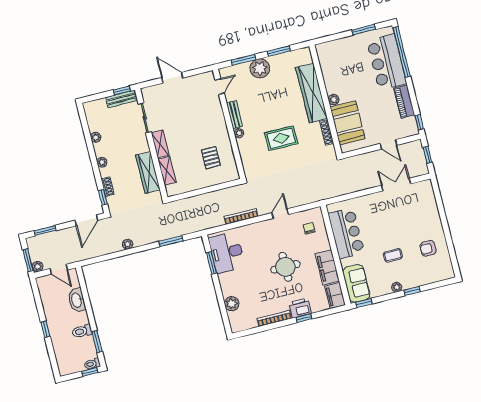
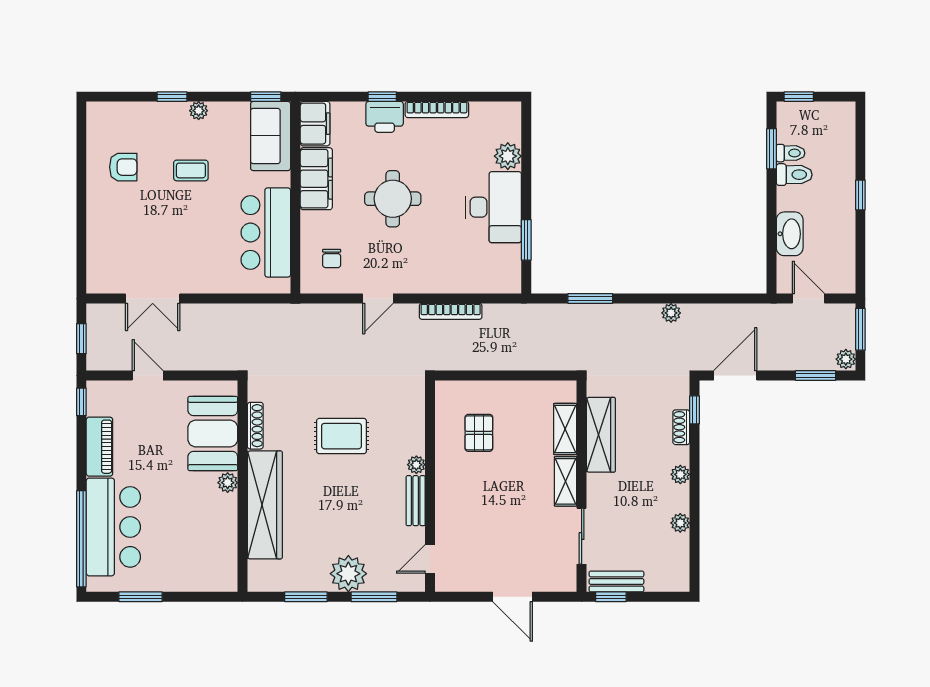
desk: (227, 253) -> (494, 207), moved
plant: (38, 267) -> (846, 359), moved
toilet: (92, 364) -> (791, 153), moved

